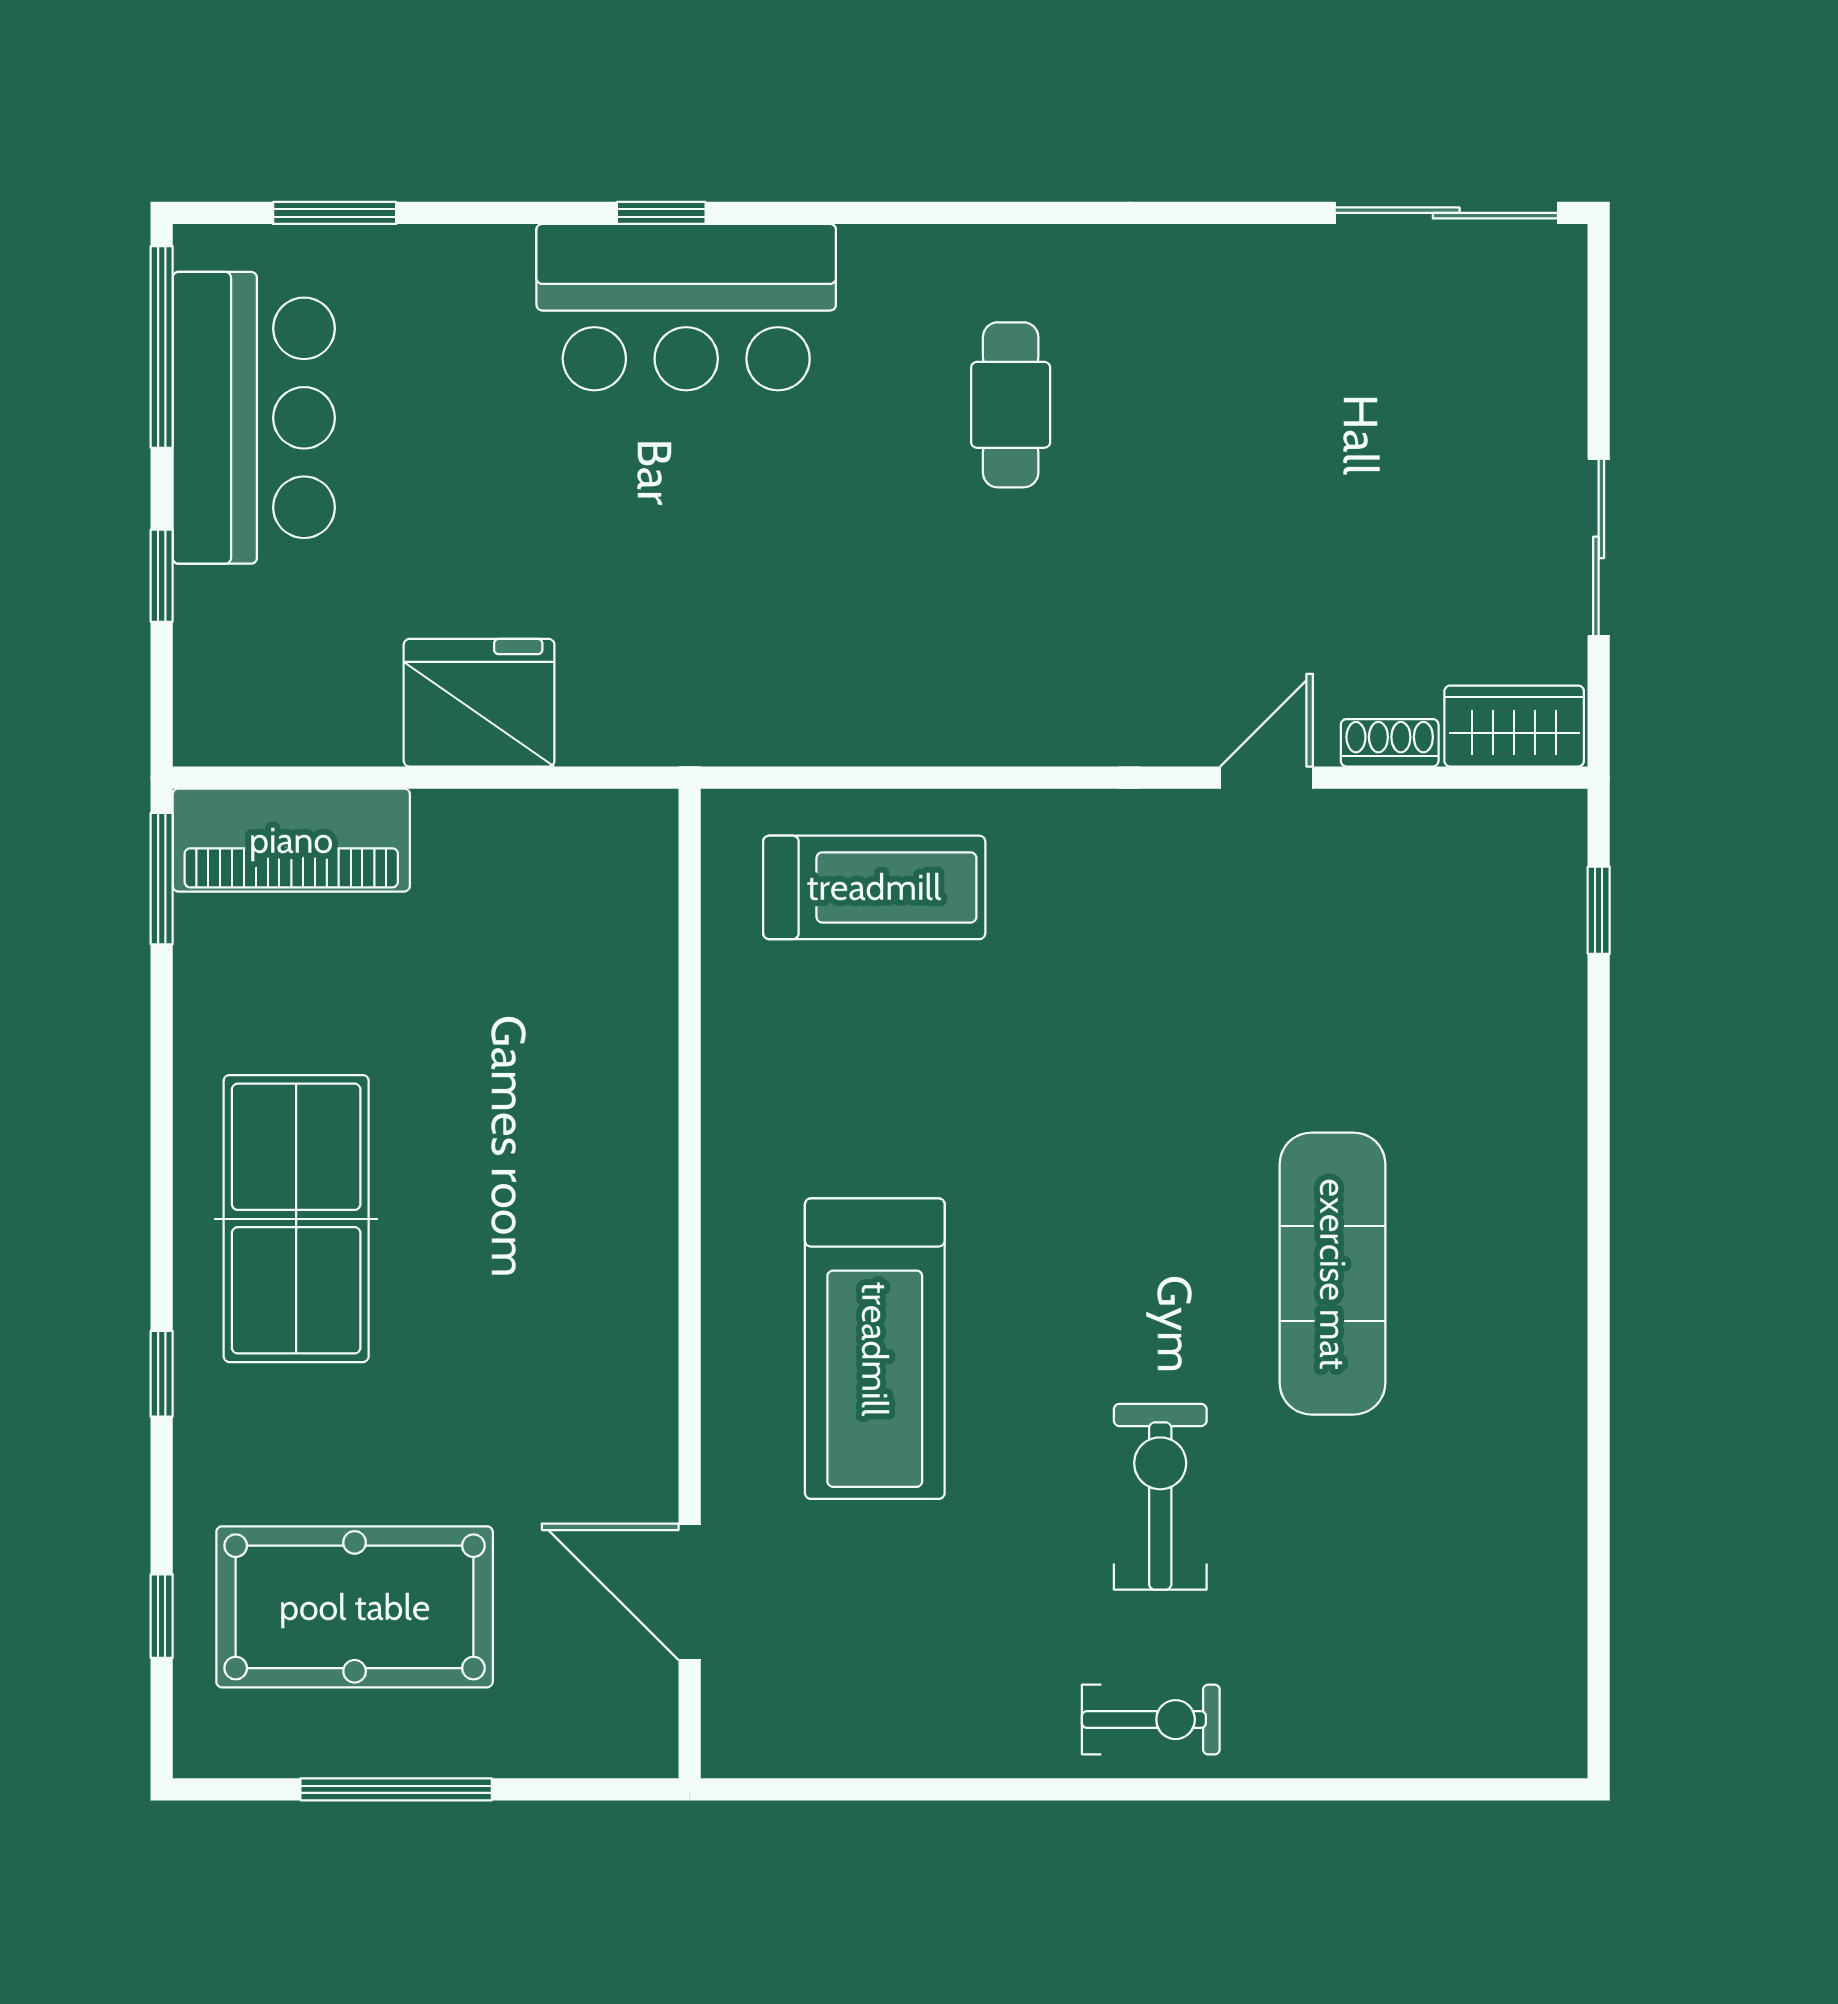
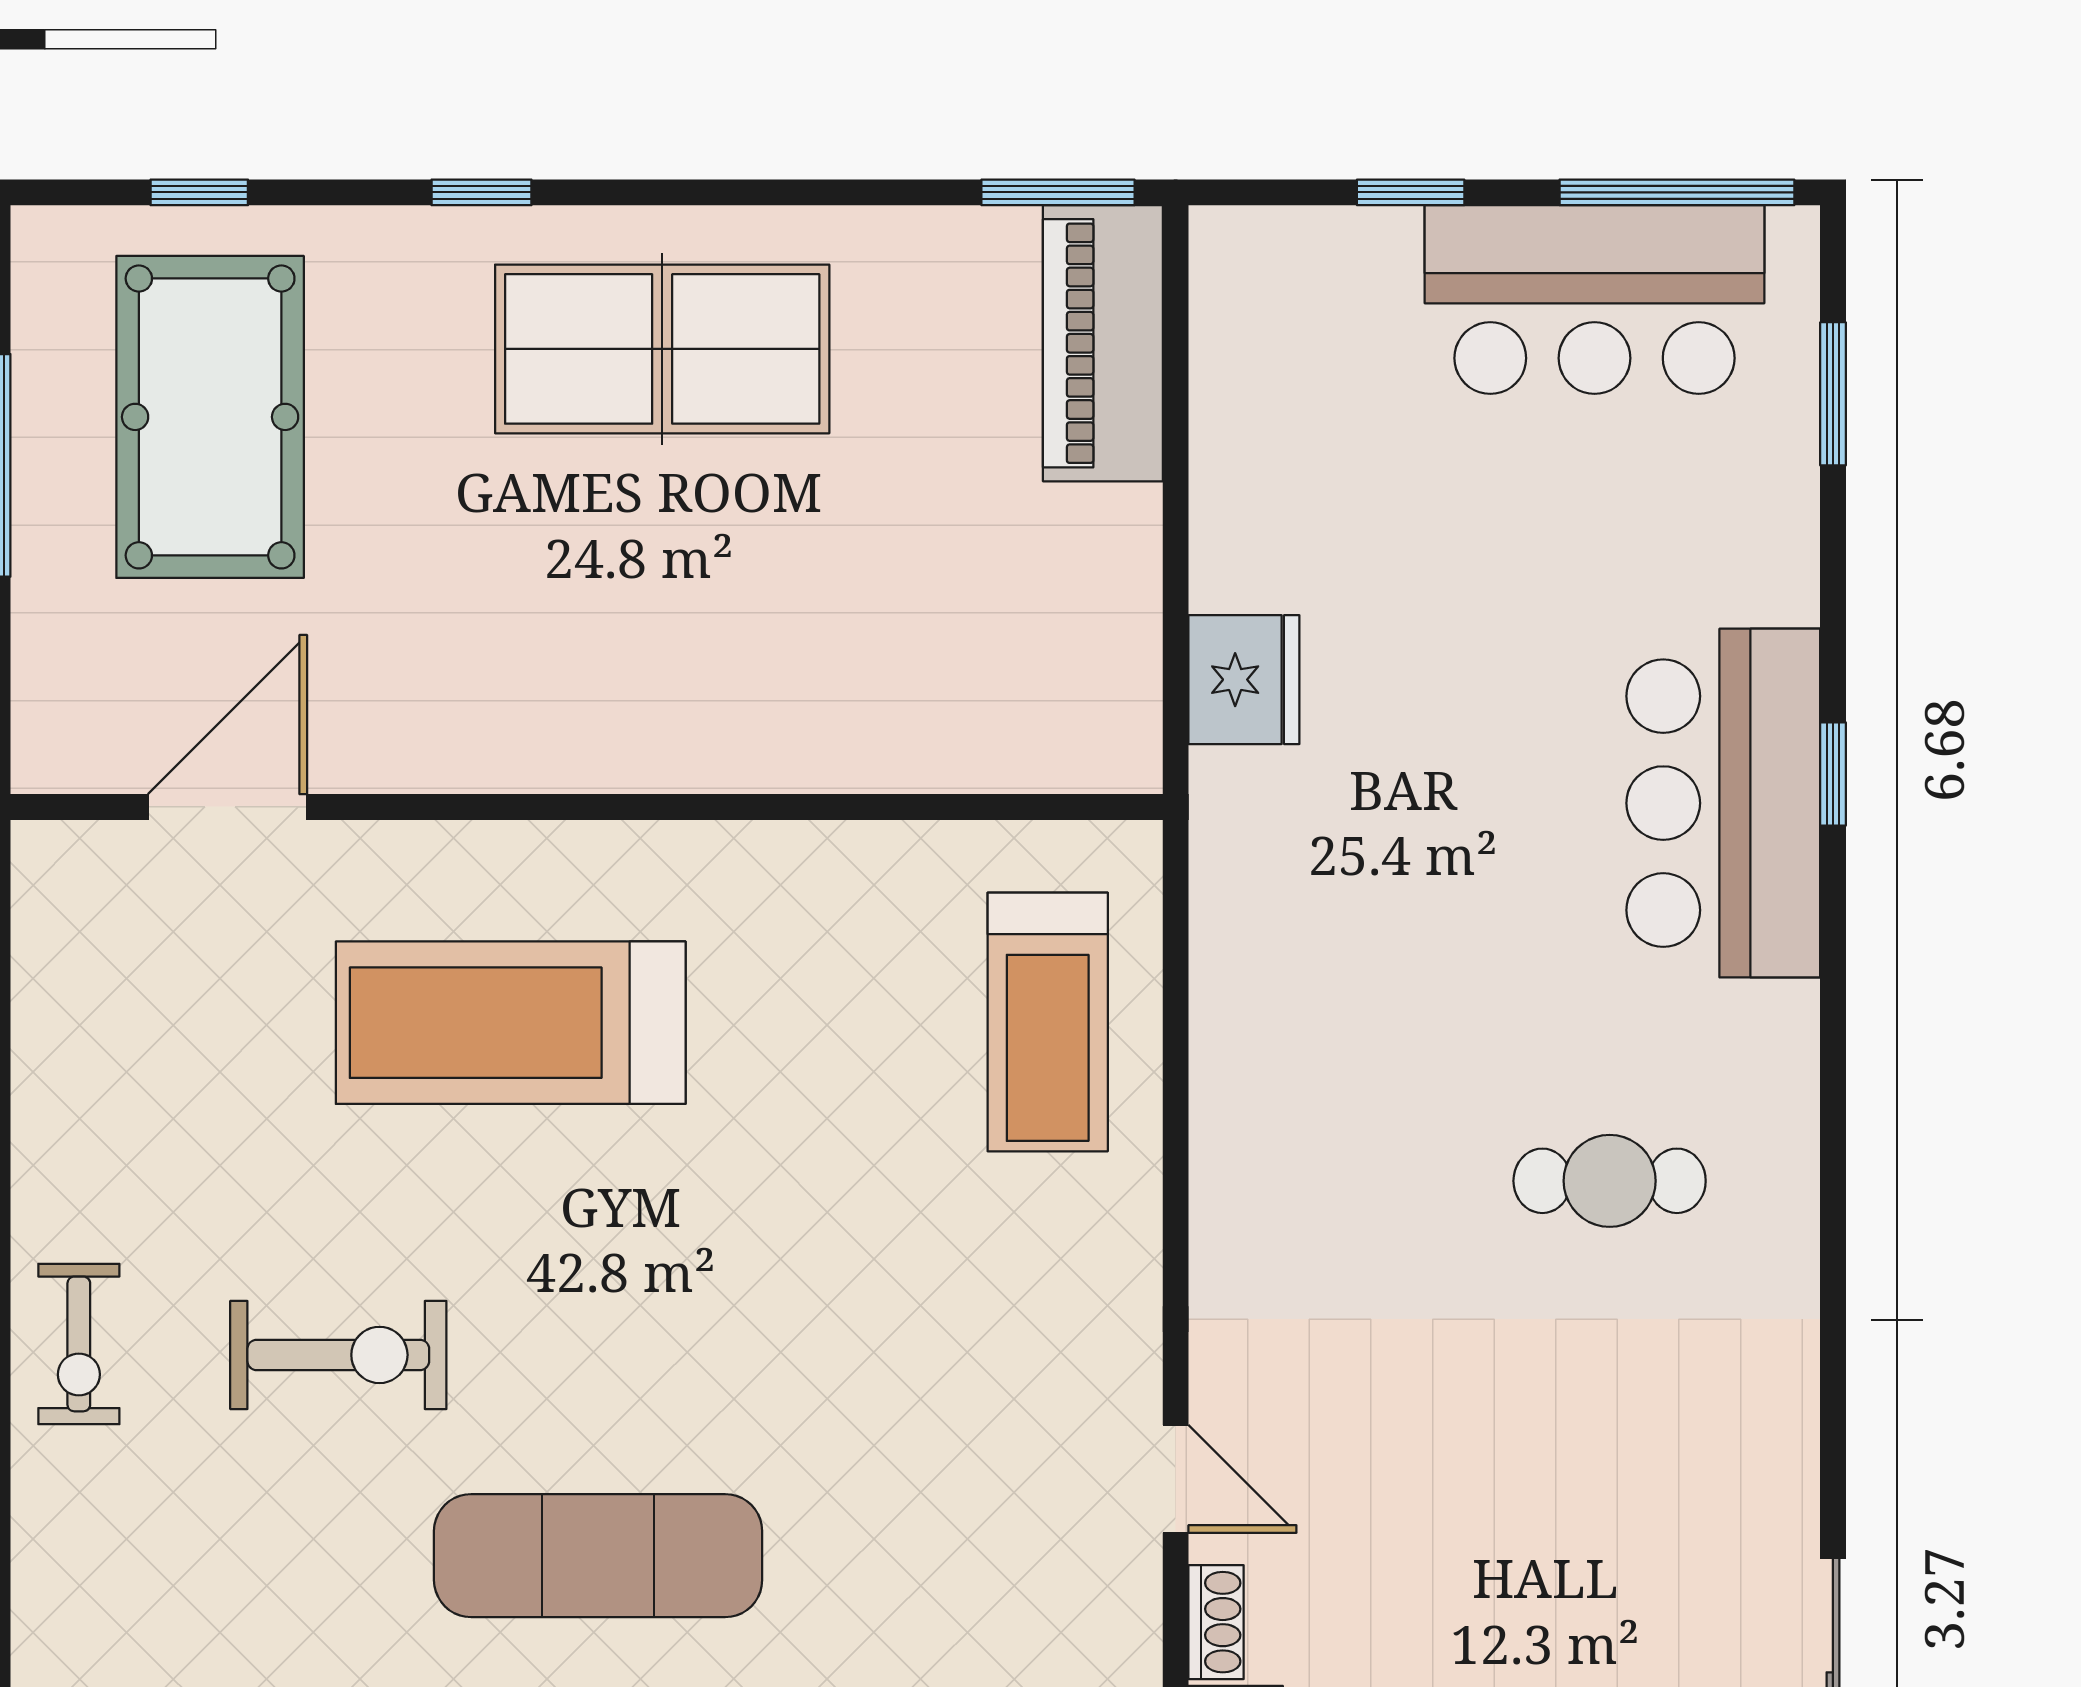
fridge: (479, 703) -> (1244, 680), moved, width x0.73, depth x0.75

